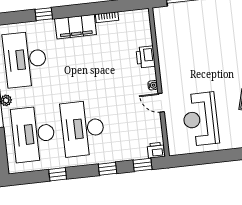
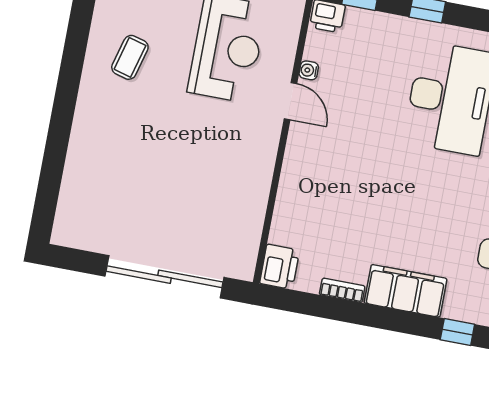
printer: (146, 57) -> (280, 267), moved
water cooler: (153, 85) -> (309, 70), moved

